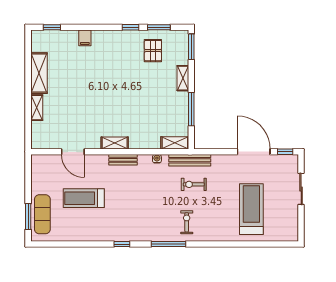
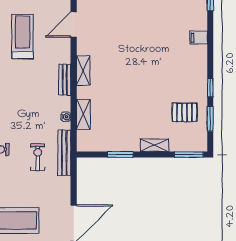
window: (191, 109) -> (120, 155), width x0.69
shelving: (175, 143) -> (83, 114), moved

